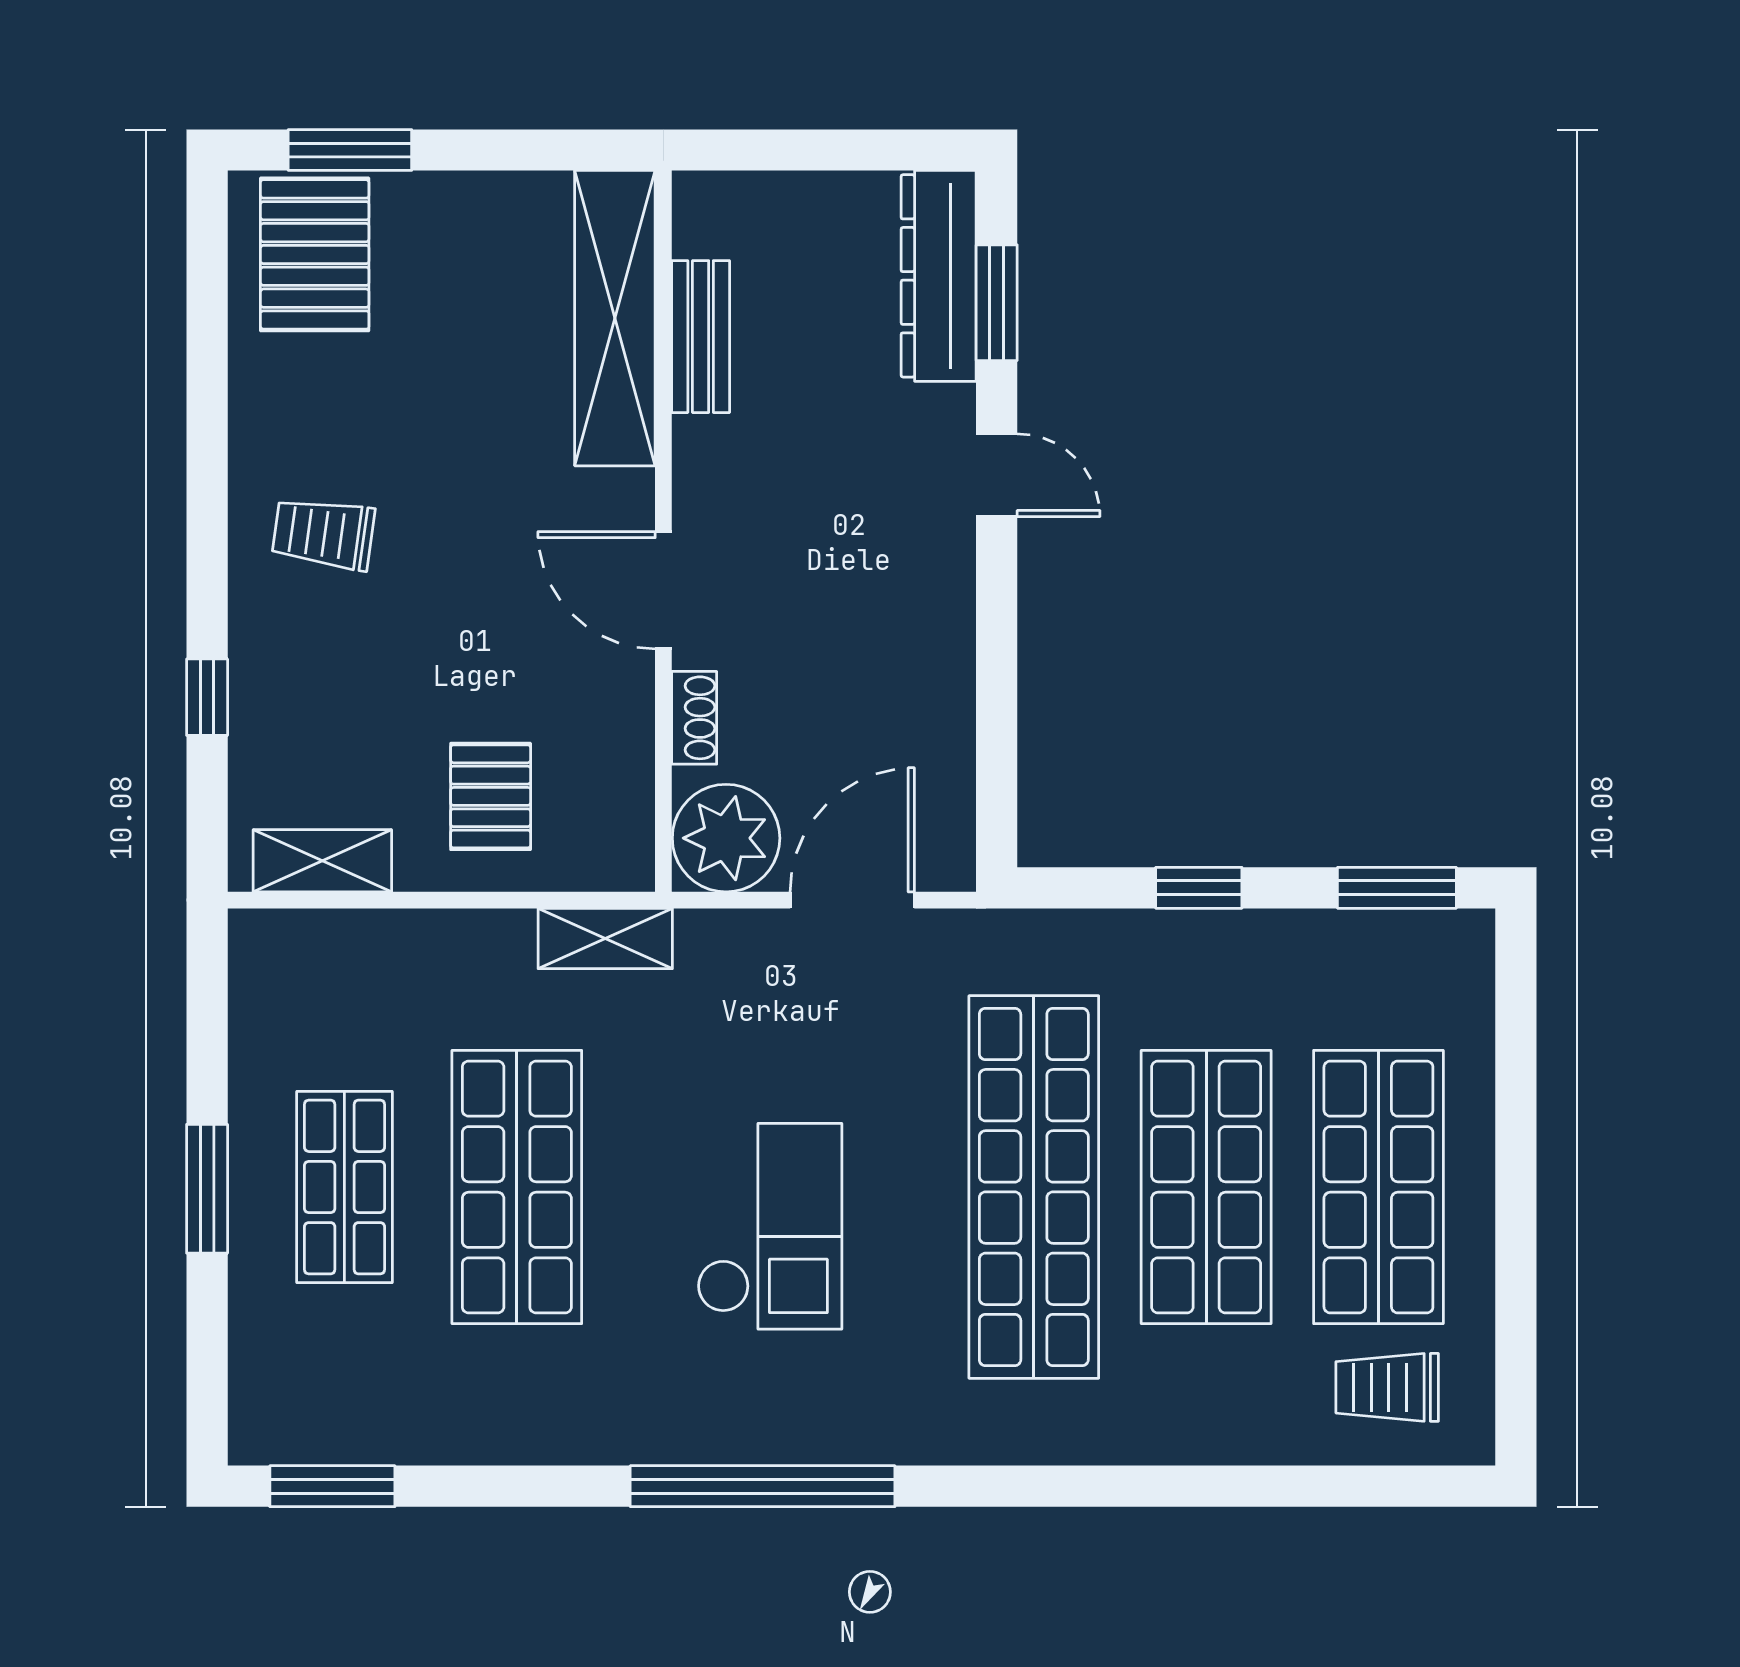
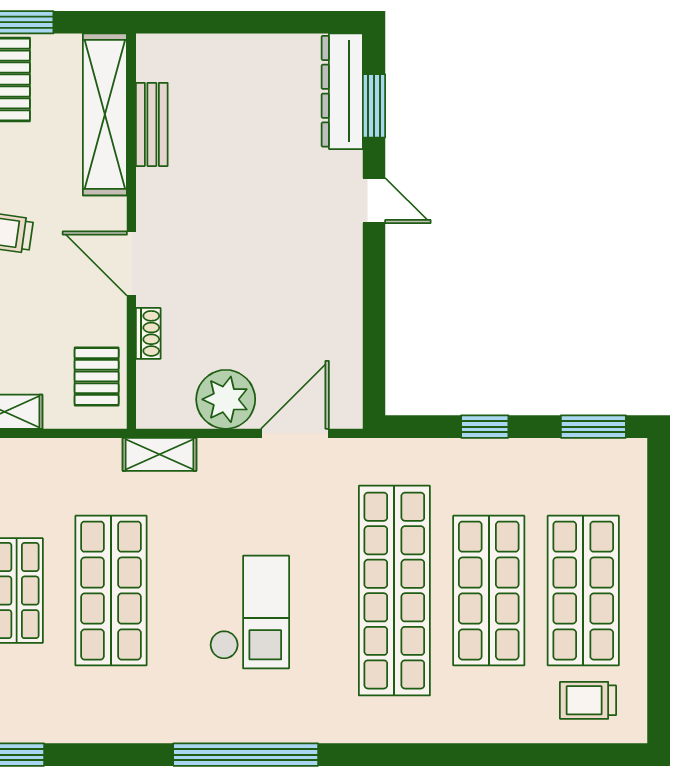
shelving: (615, 318) -> (105, 114), moved
bench: (701, 337) -> (152, 124), moved
wall: (663, 531) -> (131, 231), moved
door: (663, 590) -> (131, 263), moved
shoe rack: (694, 718) -> (148, 333), moved

